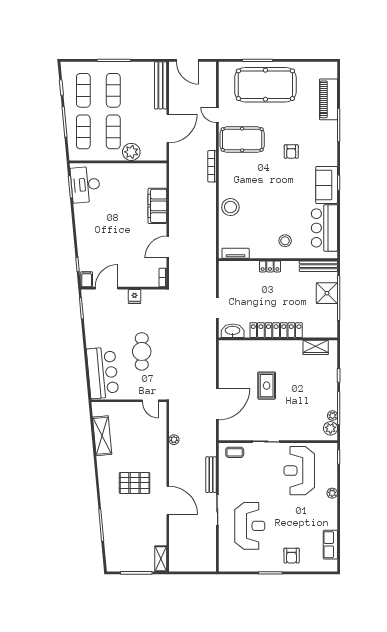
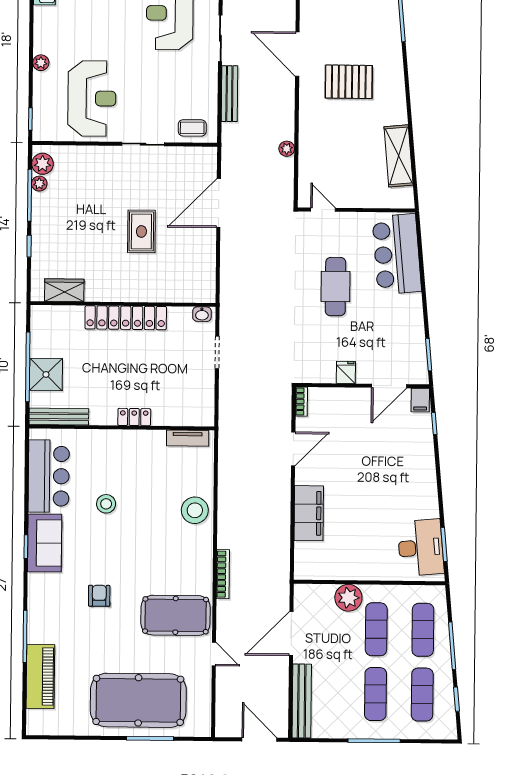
stool: (285, 241) -> (106, 504), moved
washbasin: (233, 331) -> (202, 314), width x0.52, depth x0.69

